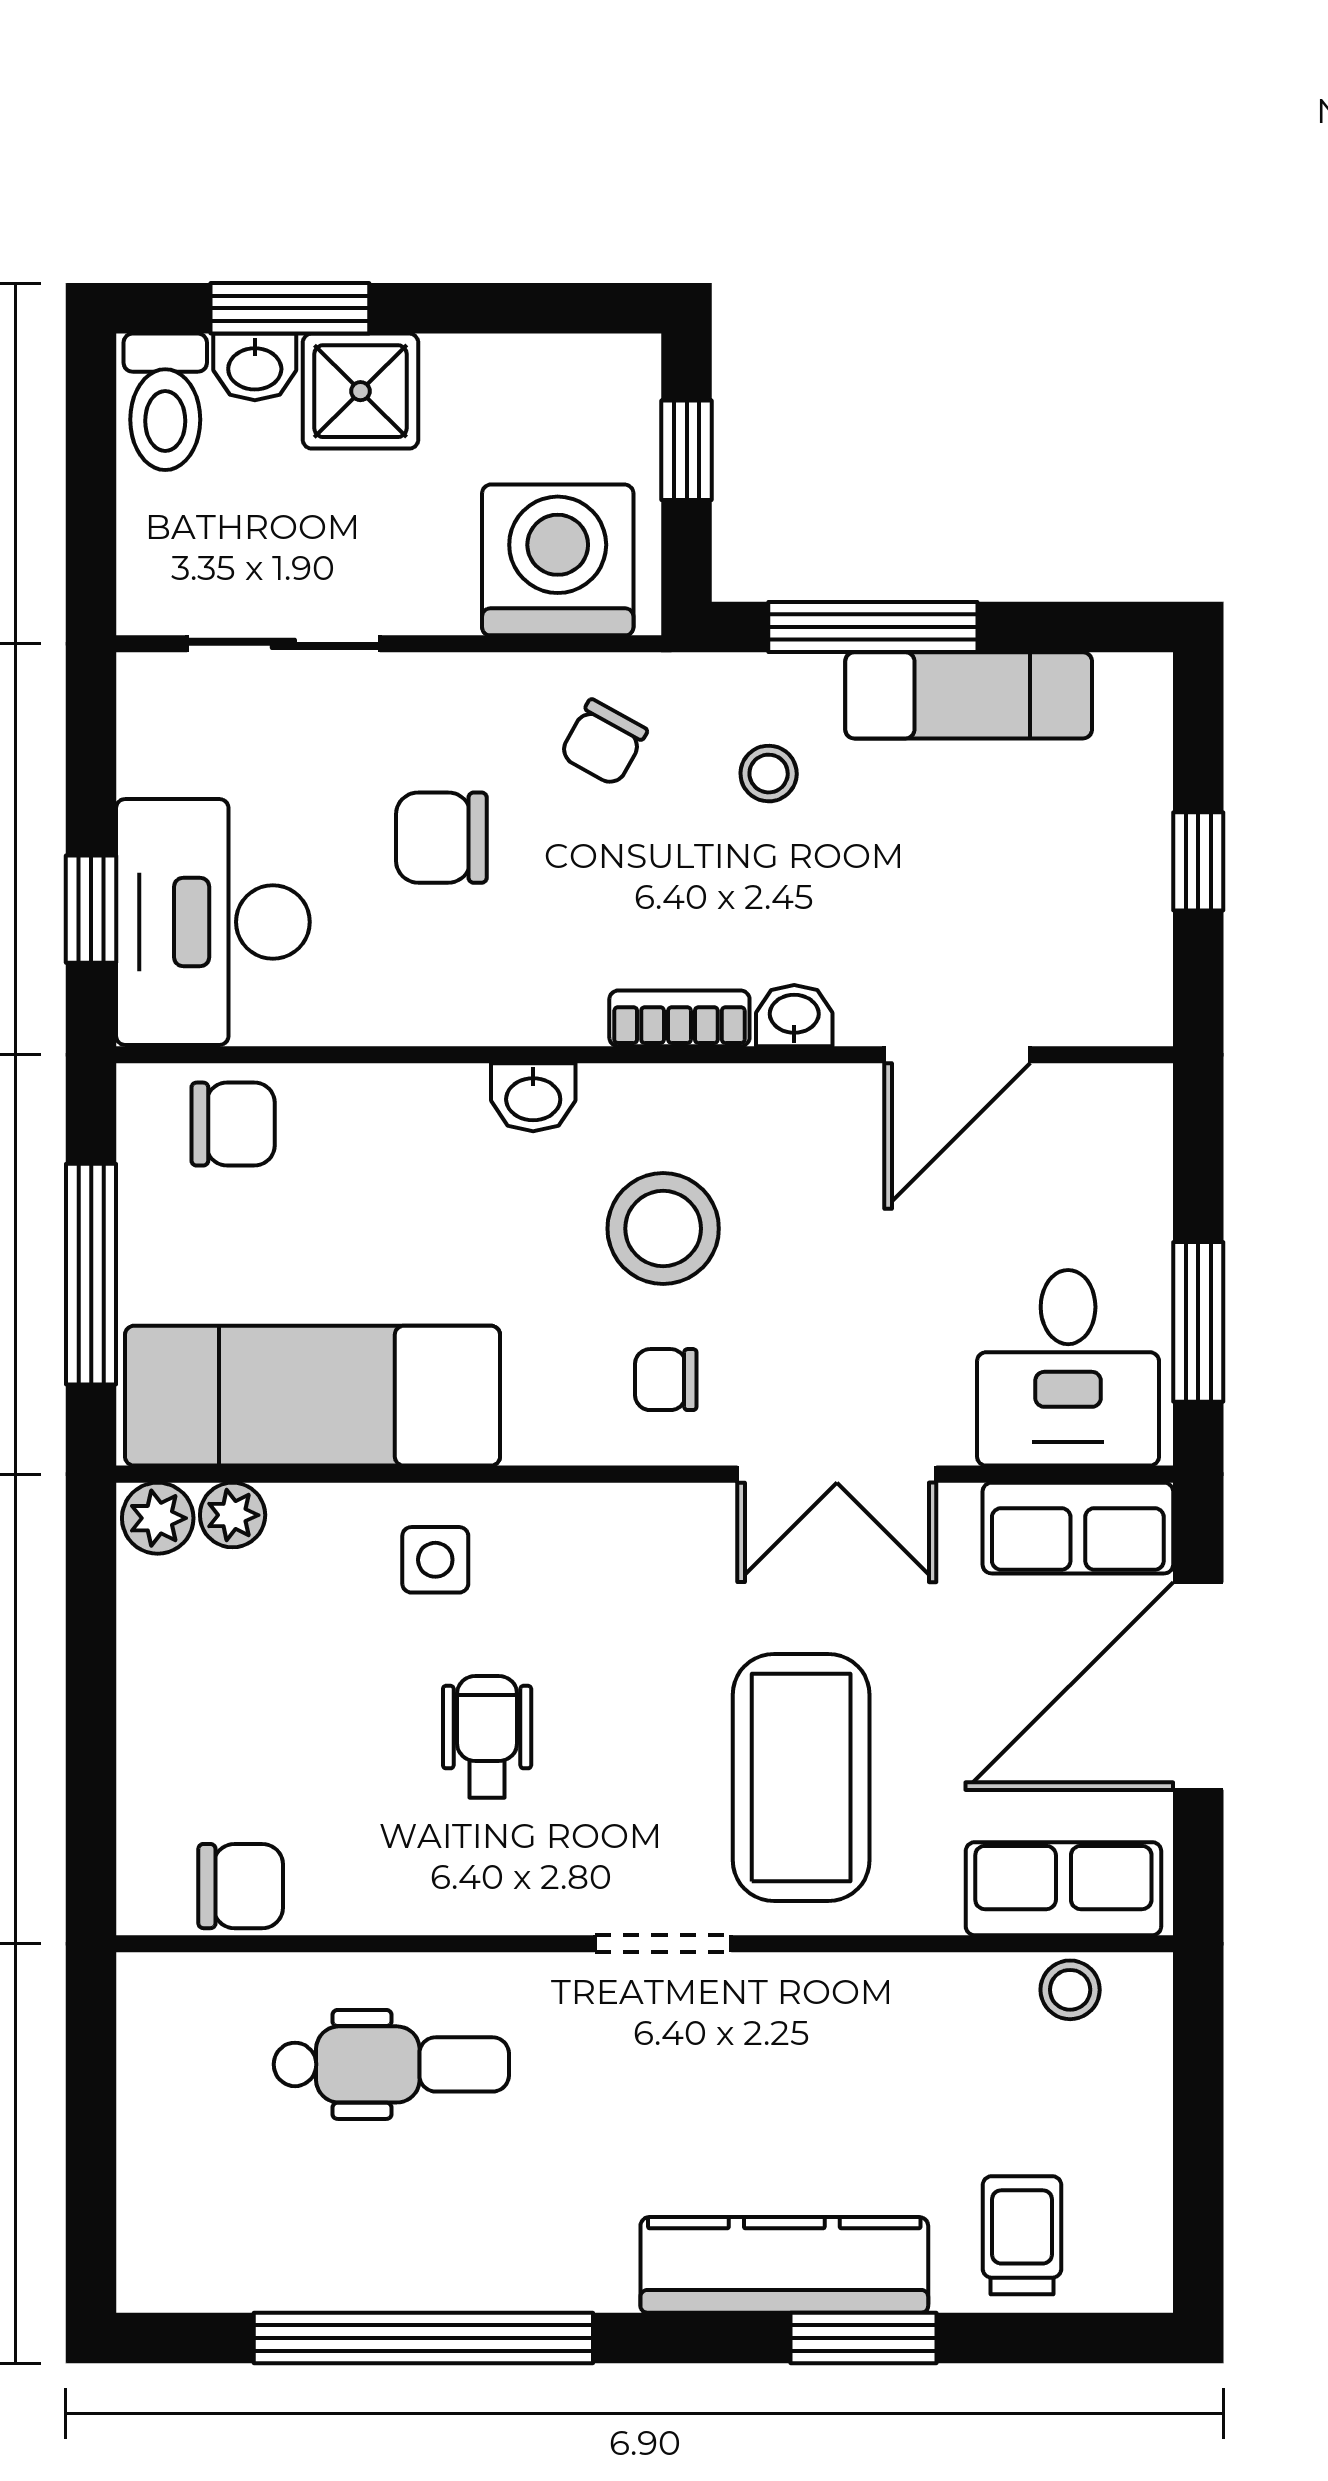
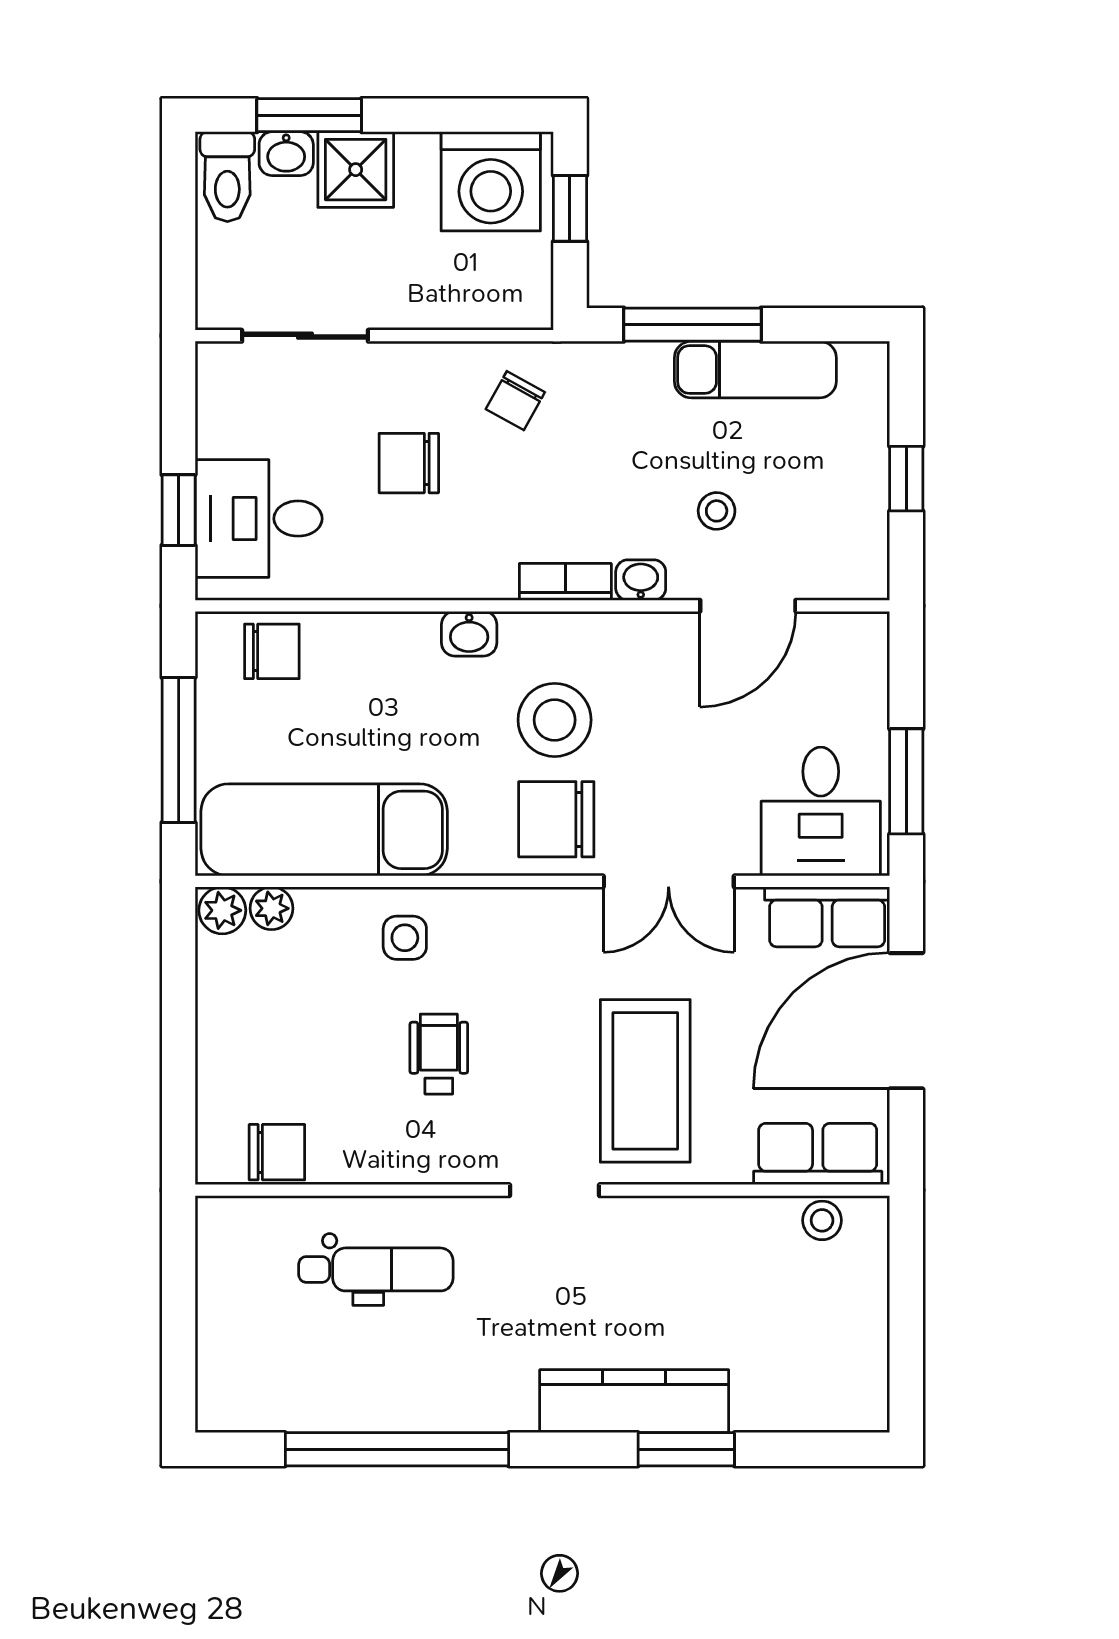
washing machine: (558, 560) -> (491, 181), moved, turned 180
stool: (769, 774) -> (717, 511), moved
desk: (213, 922) -> (259, 519), width x0.73
chair: (666, 1380) -> (556, 819), width x1.87, depth x1.87
trolley: (1022, 2235) -> (790, 1382), removed

